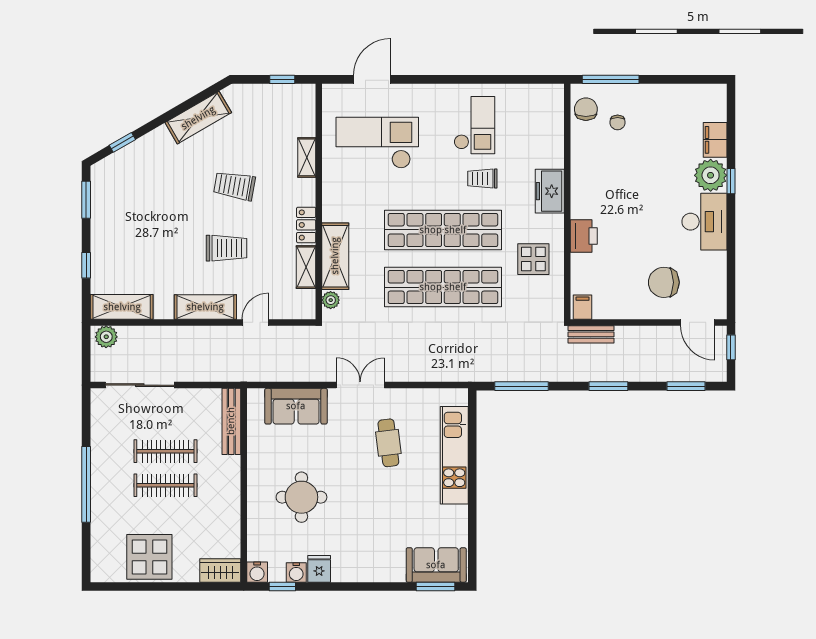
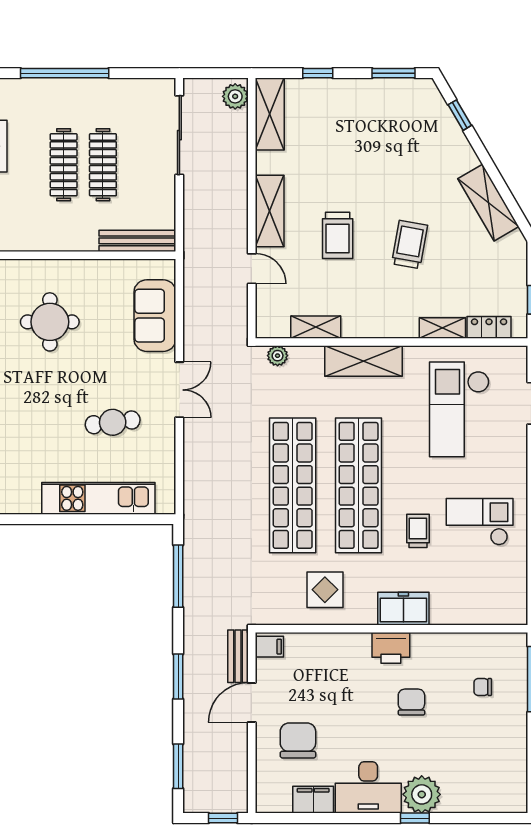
chair: (586, 109) -> (411, 702), moved, turned -90
checkout: (474, 125) -> (480, 522), turned 180
filing cabinet: (715, 140) -> (313, 800), moved
checkout: (377, 143) -> (459, 409), turned 180
locker: (306, 225) -> (489, 327), moved
printer: (584, 236) -> (391, 648), moved
shelving: (335, 256) -> (364, 361), moved
door: (698, 322) -> (252, 703), moved

